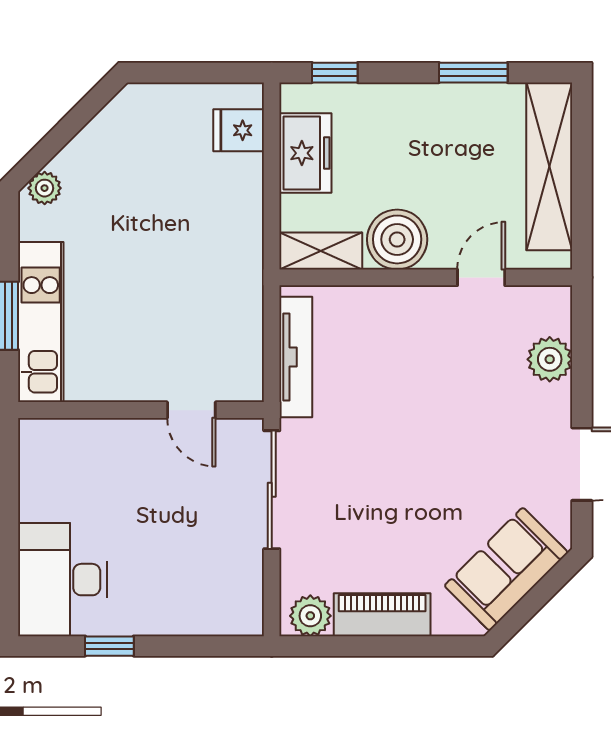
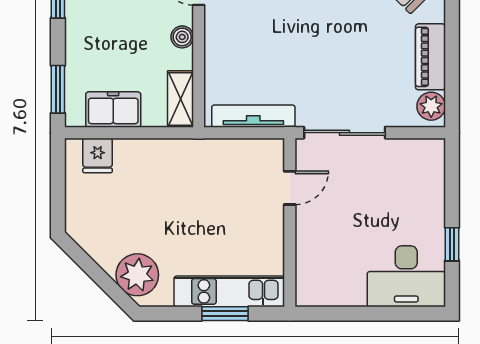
window: (335, 73) -> (58, 89), width x1.50
plant: (45, 188) -> (137, 275), width x1.88, depth x1.88
boiler: (397, 239) -> (182, 37), width x0.54, depth x0.54

